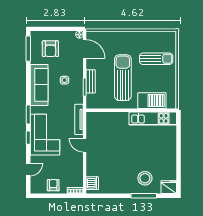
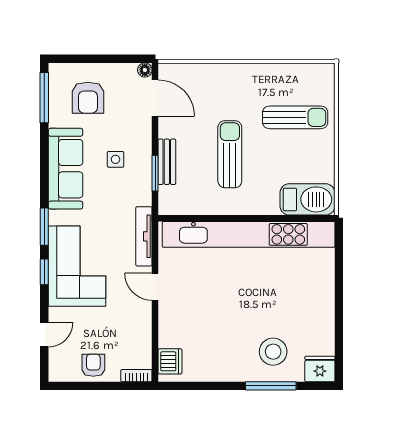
sun lounger: (123, 78) -> (230, 154), width x0.73, depth x0.75
barbecue: (152, 101) -> (307, 199), moved
kitchen unit: (153, 118) -> (249, 234), width x1.86

